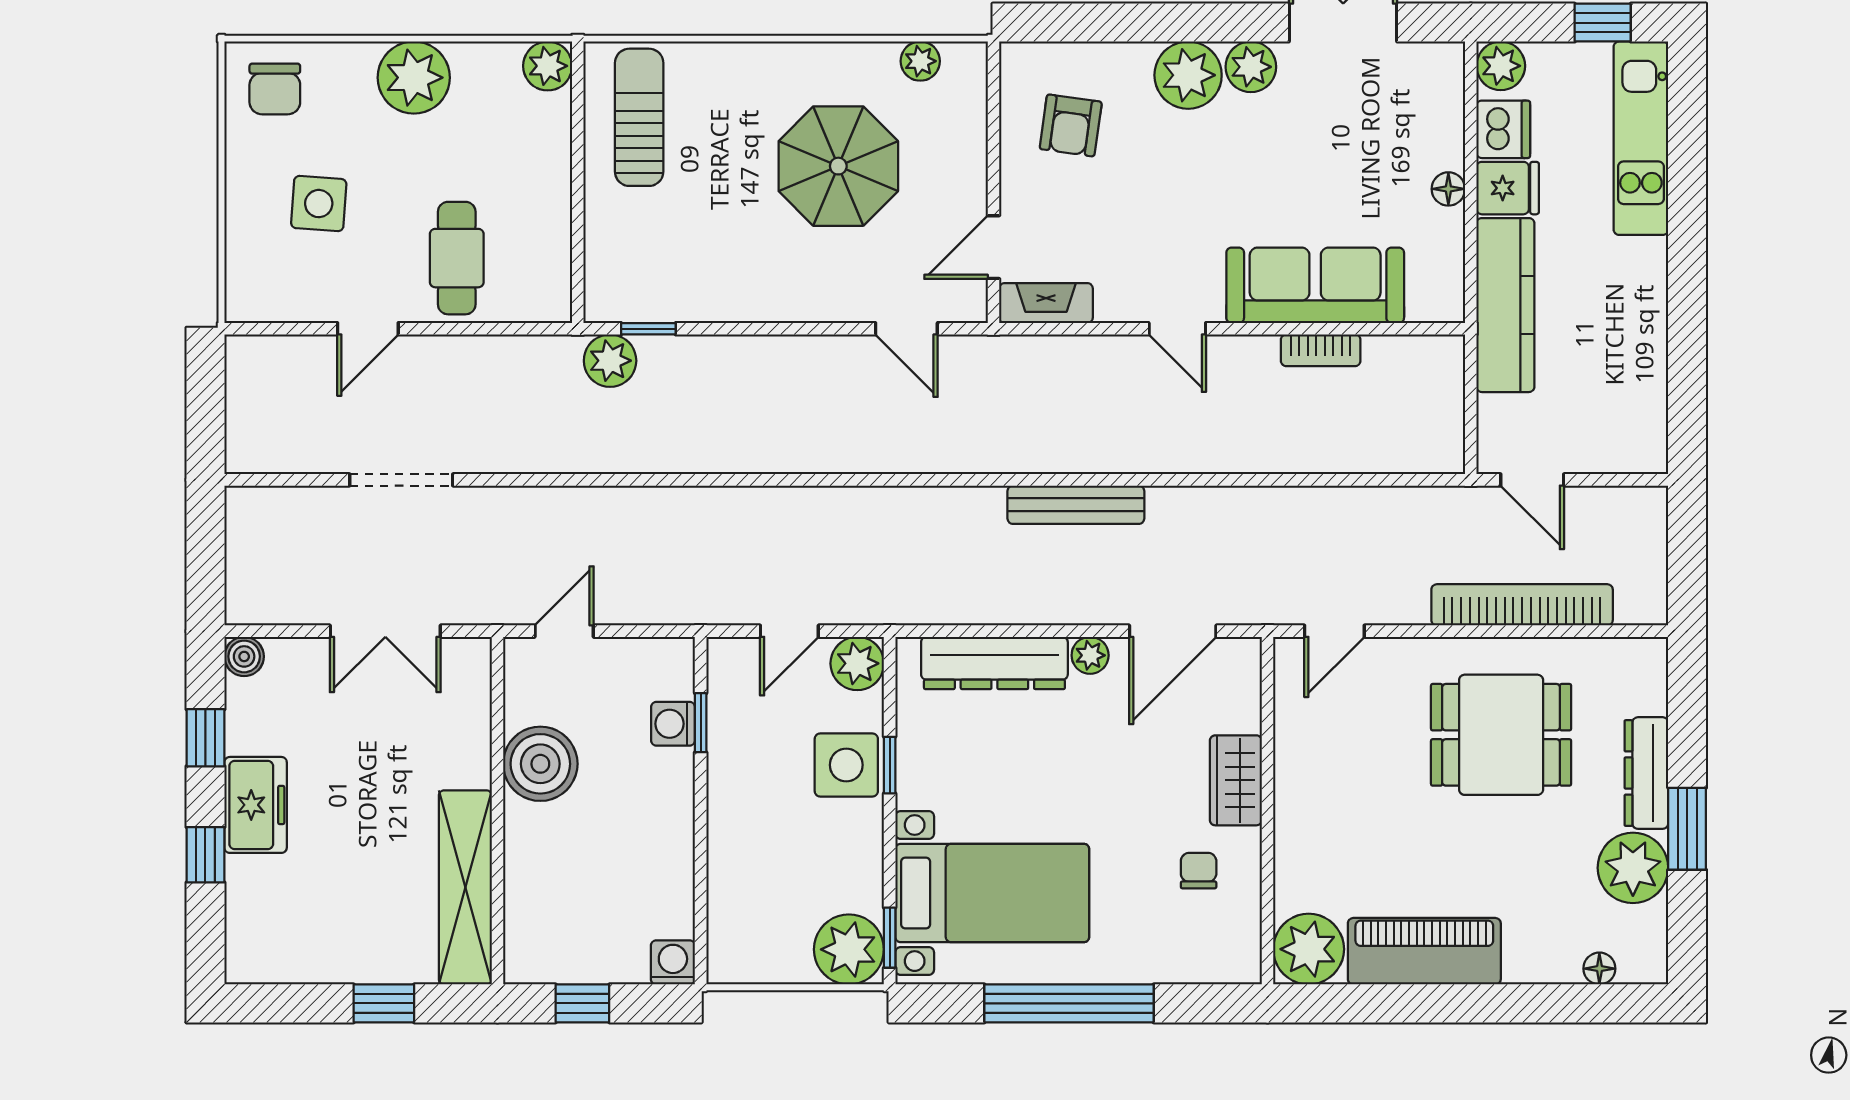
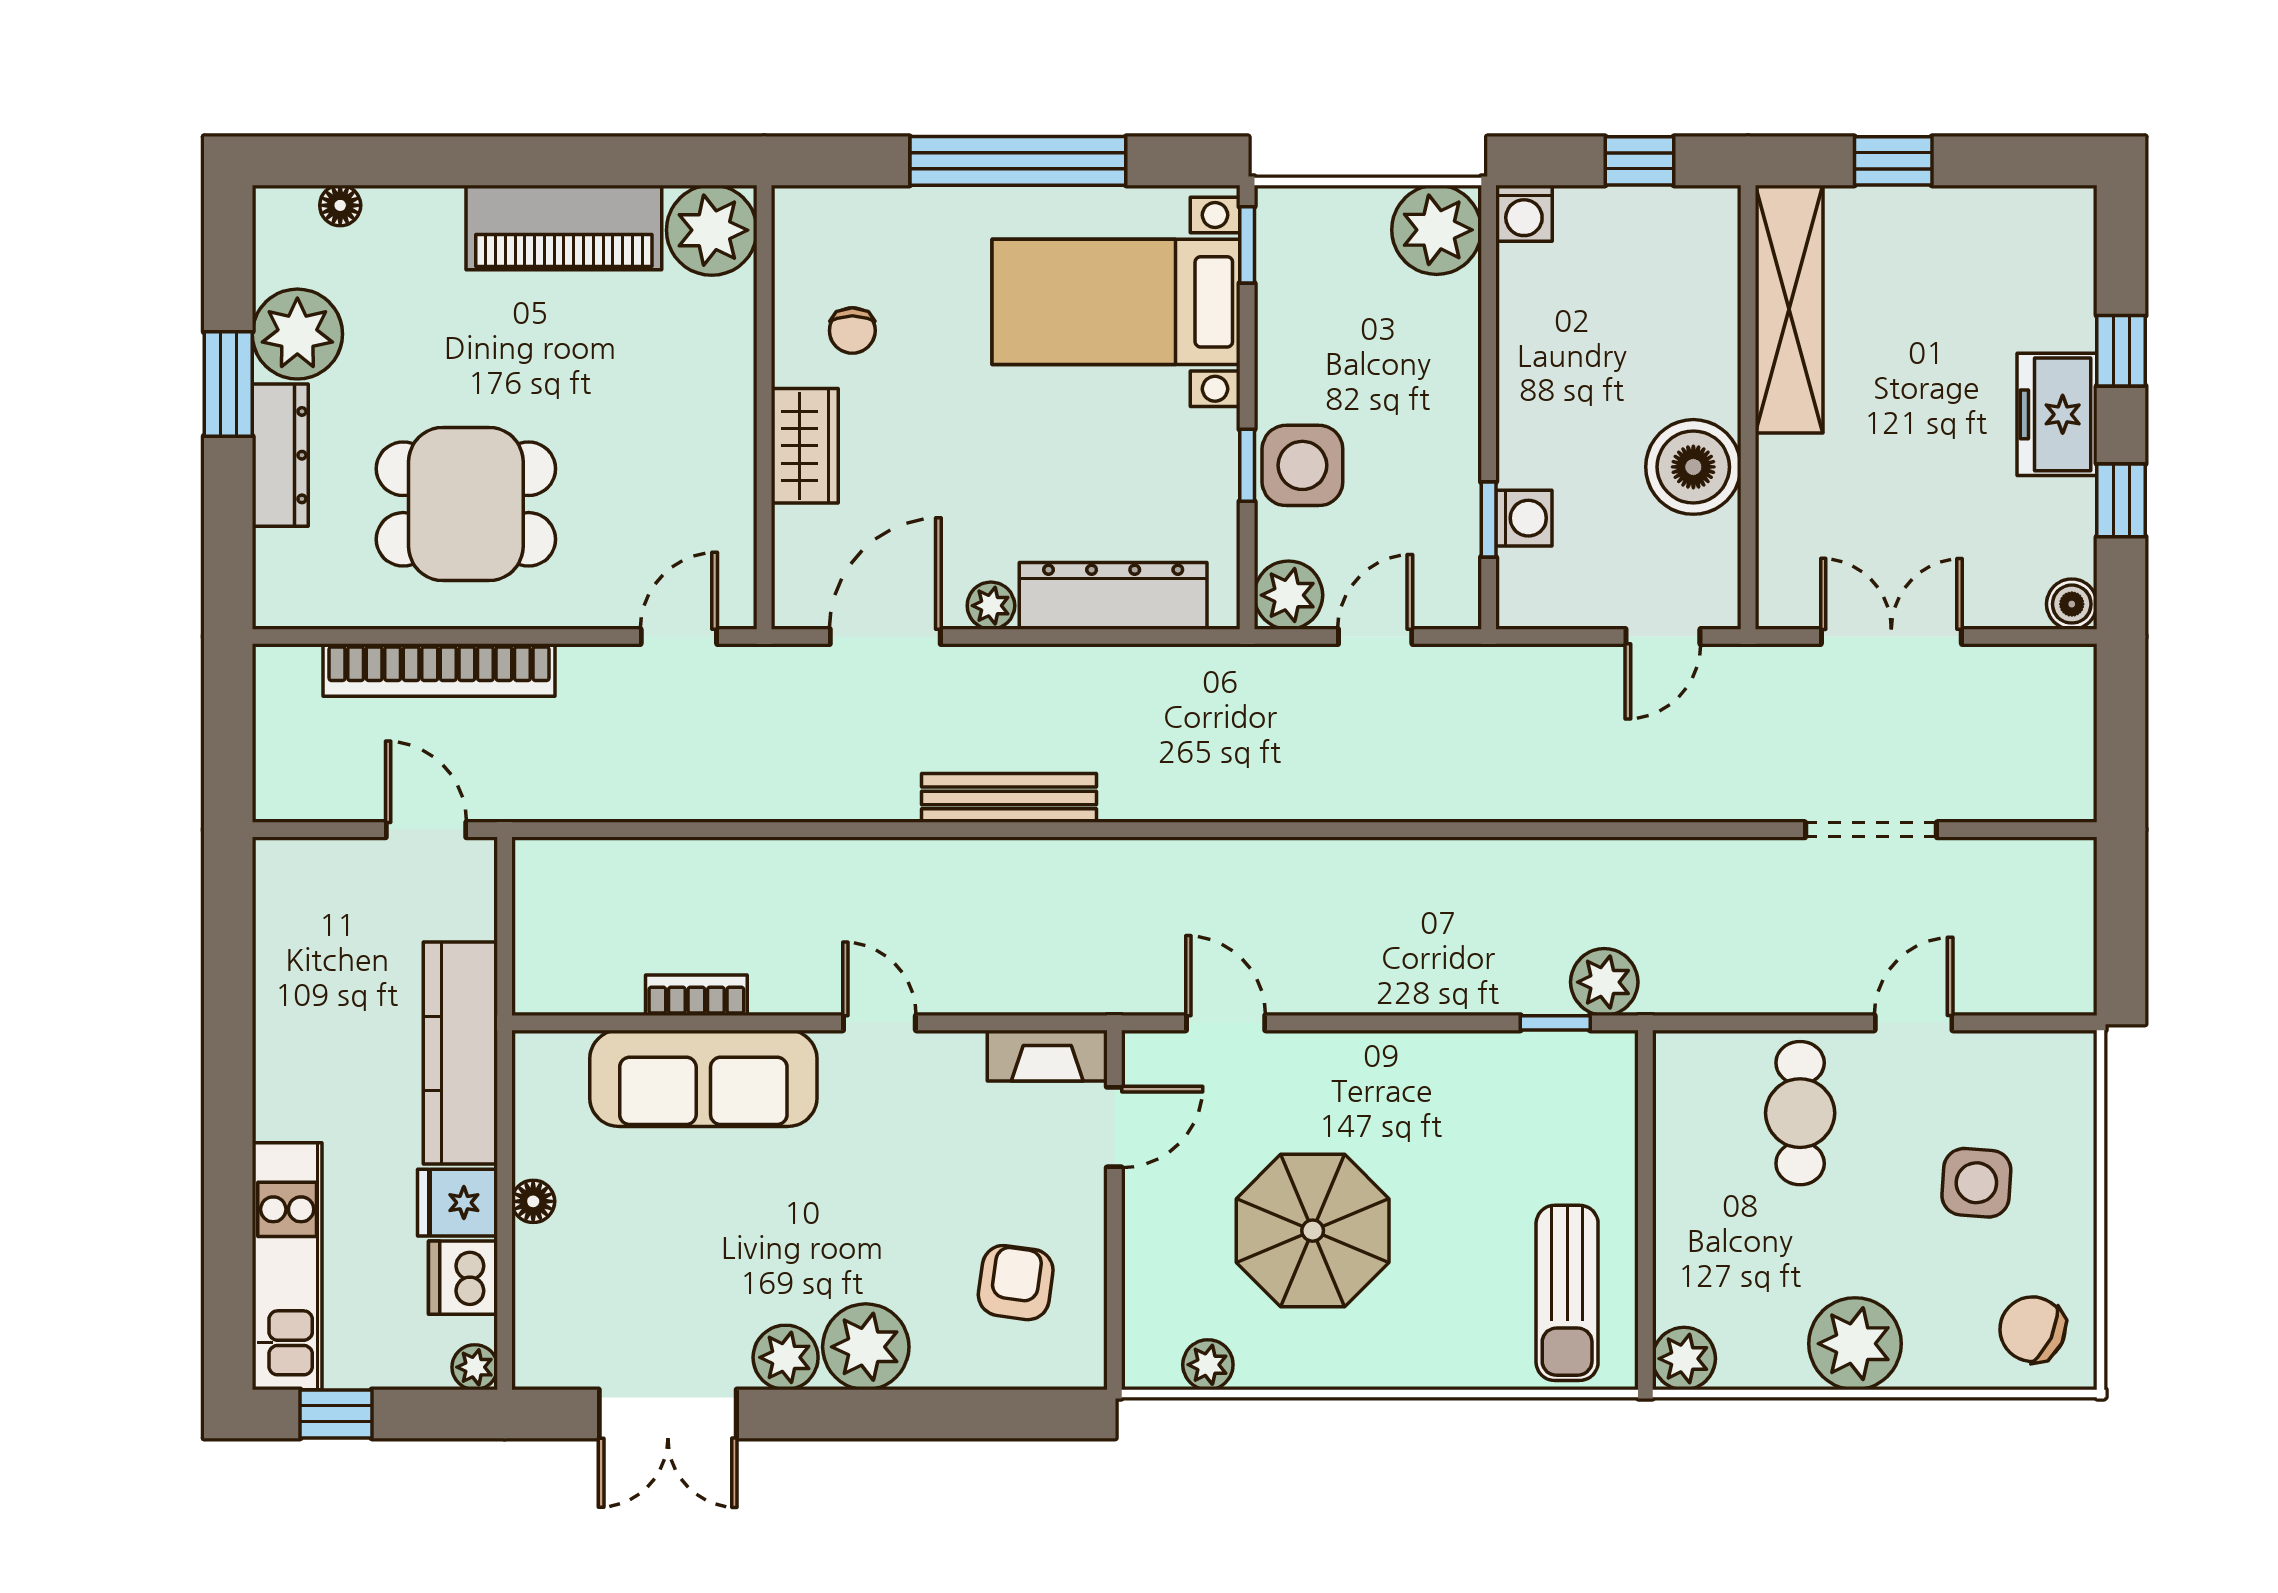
plant: (1501, 66) -> (475, 1367), width x0.73, depth x0.73
chair: (275, 89) -> (2032, 1329), turned -65
plant: (849, 949) -> (1437, 230), moved

